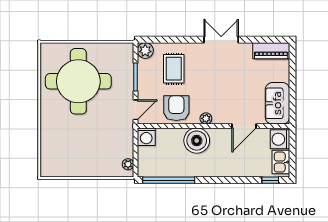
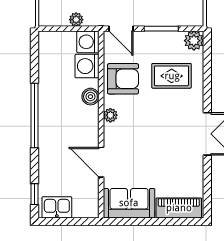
piano: (271, 51) -> (179, 208), moved, turned 90
washing machine: (280, 139) -> (87, 66), moved, turned -90
boiler: (197, 141) -> (90, 97), width x0.54, depth x0.54
plant: (128, 164) -> (76, 20), moved
window: (169, 180) -> (35, 116), moved

